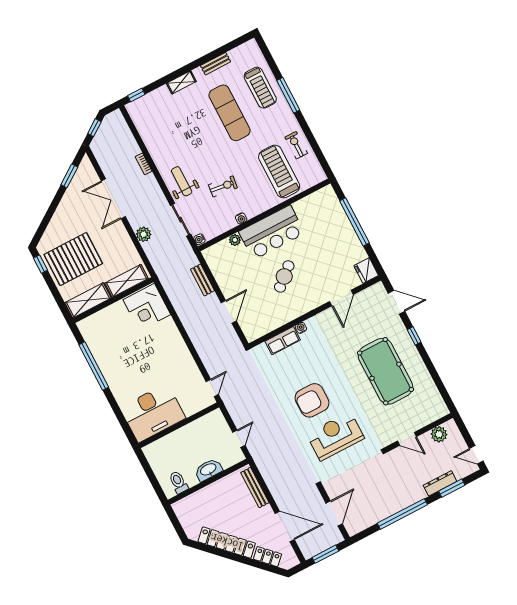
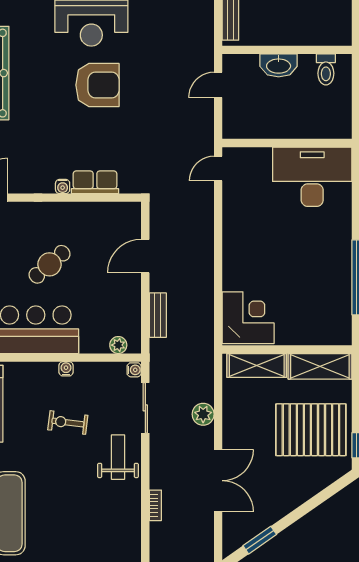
weight bench: (182, 181) -> (118, 457), turned 180
plant: (235, 240) -> (118, 345), moved

